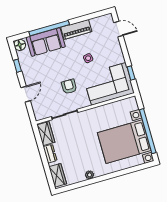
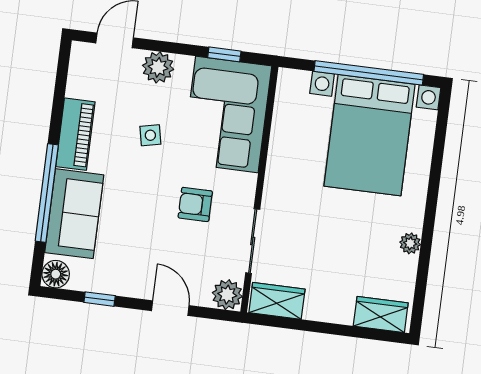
plant: (115, 50) -> (158, 67), added
plant: (40, 114) -> (227, 295), added
dresser: (50, 154) -> (326, 311), removed

